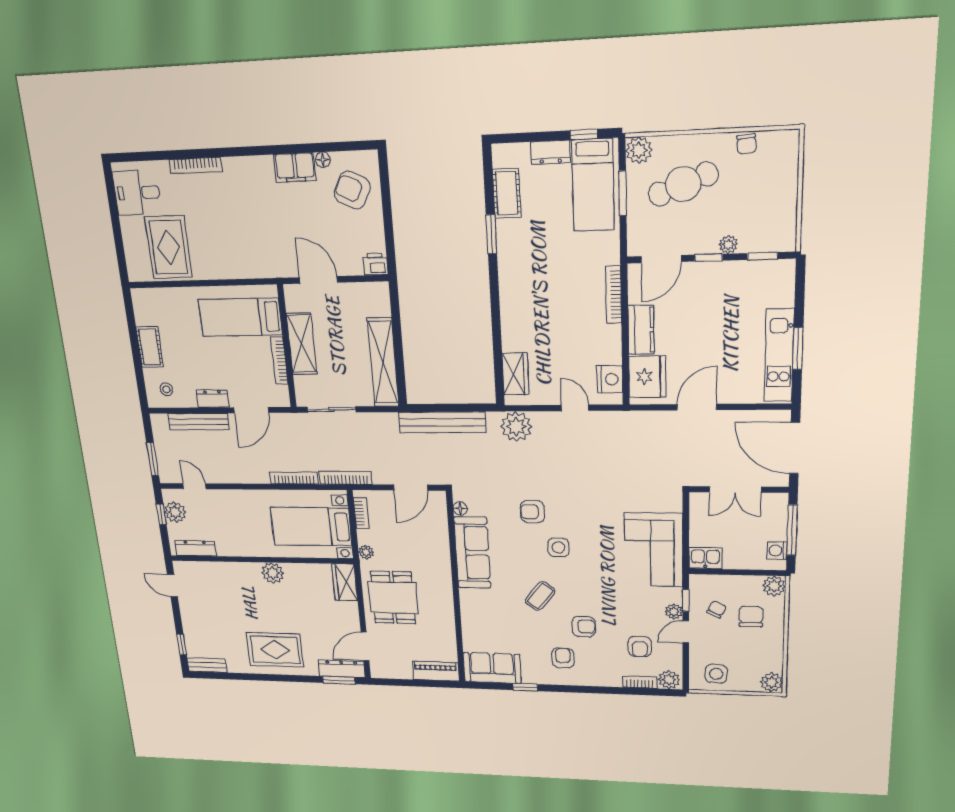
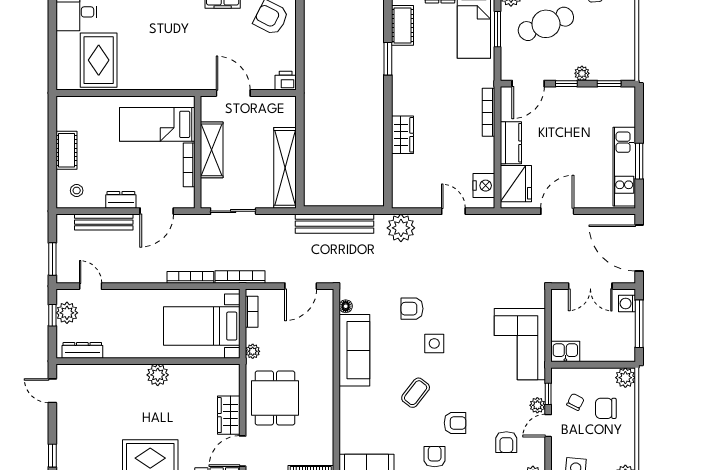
wardrobe: (515, 374) -> (403, 135), moved
washing machine: (777, 551) -> (627, 303), moved
wardrobe: (345, 582) -> (229, 415), moved
chair: (751, 617) -> (606, 408), turned -90

